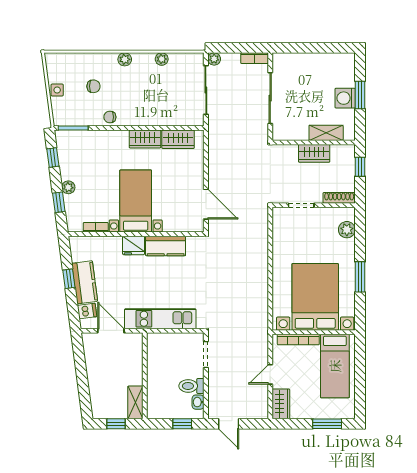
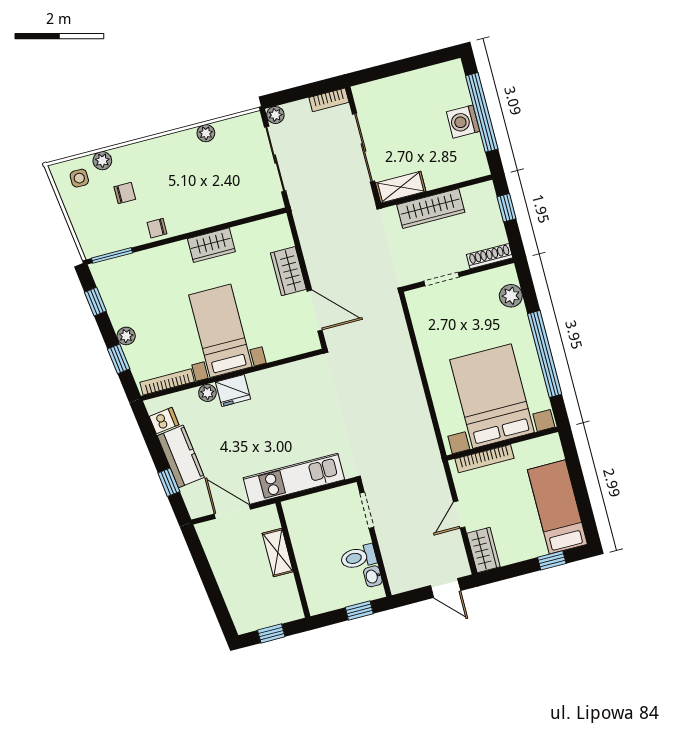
plant: (125, 59) -> (102, 161), moved
side table: (57, 90) -> (79, 178), moved
window: (360, 95) -> (482, 112), width x2.11
shelving: (326, 133) -> (401, 187), moved
wardrobe: (178, 139) -> (288, 271), moved, turned 90
wardrobe: (314, 153) -> (431, 208), width x1.50
bookcase: (96, 227) -> (167, 382), width x1.56
plant: (115, 242) -> (207, 393), added
kitchen counter: (166, 246) -> (276, 380), removed
window: (360, 277) -> (545, 354), width x2.11
window: (69, 279) -> (169, 482), moved
dishwasher: (87, 311) -> (164, 421), moved
bed: (335, 366) -> (557, 507), moved, turned 180
shelving: (135, 402) -> (278, 553), moved
door: (229, 424) -> (446, 588), moved
window: (327, 424) -> (552, 560), width x0.67

